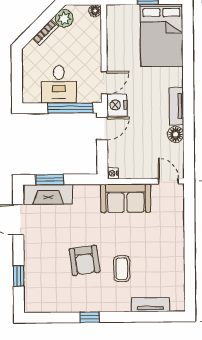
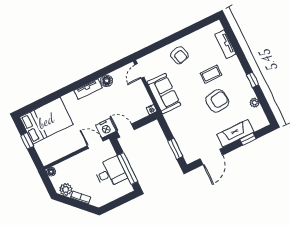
window: (70, 108) -> (127, 169), moved
fireplace: (48, 194) -> (235, 133), moved, turned -90
armchair: (164, 241) -> (179, 55), added
plant: (60, 306) -> (254, 103), added

